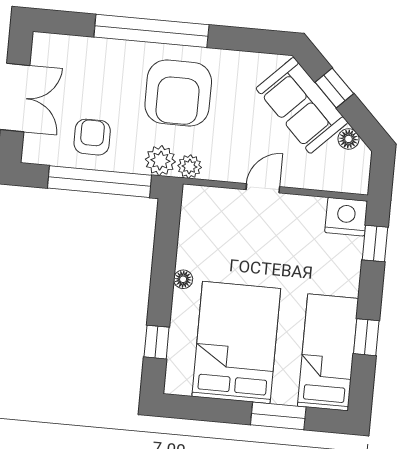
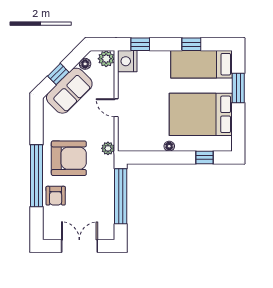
armchair: (92, 137) -> (56, 196), moved, turned -90
plant: (160, 161) -> (106, 59), moved

